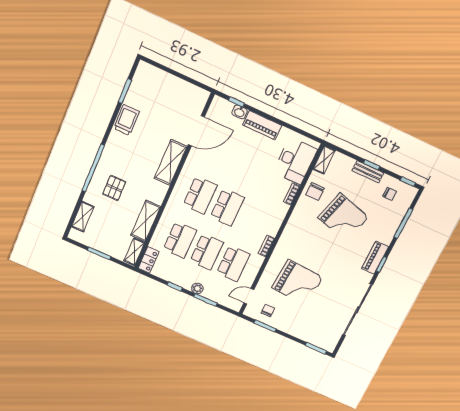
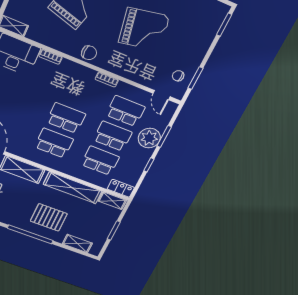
pallet: (114, 188) -> (49, 217), width x1.50, depth x1.42
chair: (315, 192) -> (89, 53), moved
shelving: (146, 221) -> (73, 188), width x1.47
grand piano: (297, 283) -> (144, 29), moved, turned 75
plant: (197, 288) -> (149, 138), width x1.88, depth x1.88

